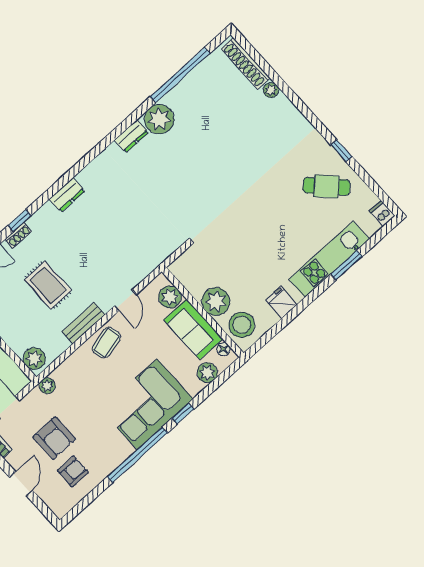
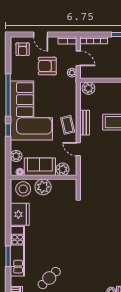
fridge: (281, 303) -> (20, 214), width x1.88, depth x1.34
plant: (47, 386) -> (72, 73), moved
corner sofa: (147, 404) -> (31, 111), width x1.36, depth x1.36
armchair: (73, 471) -> (23, 49), moved

